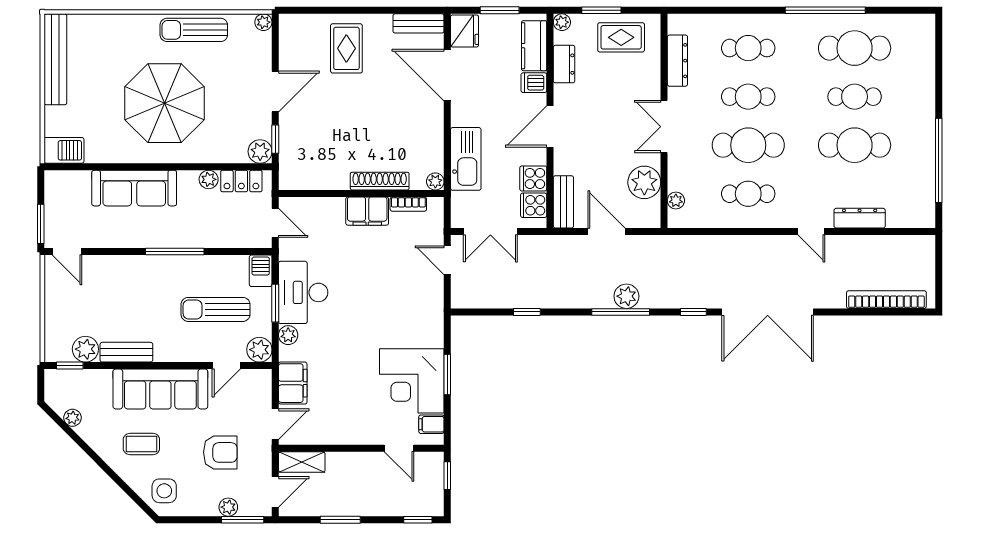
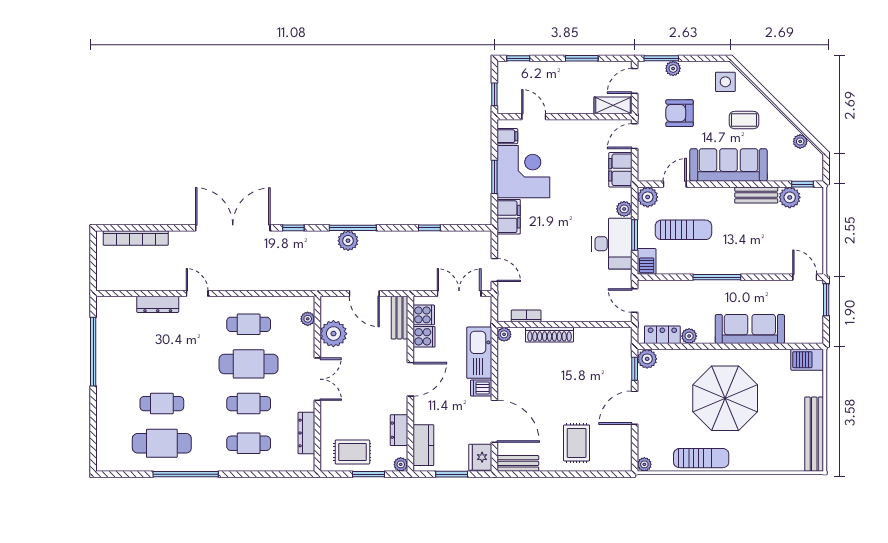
dishwasher: (534, 83) -> (481, 388), moved, turned 180
cafe table: (855, 145) -> (162, 364), removed
filing cabinet: (367, 211) -> (509, 217), moved, turned 90

